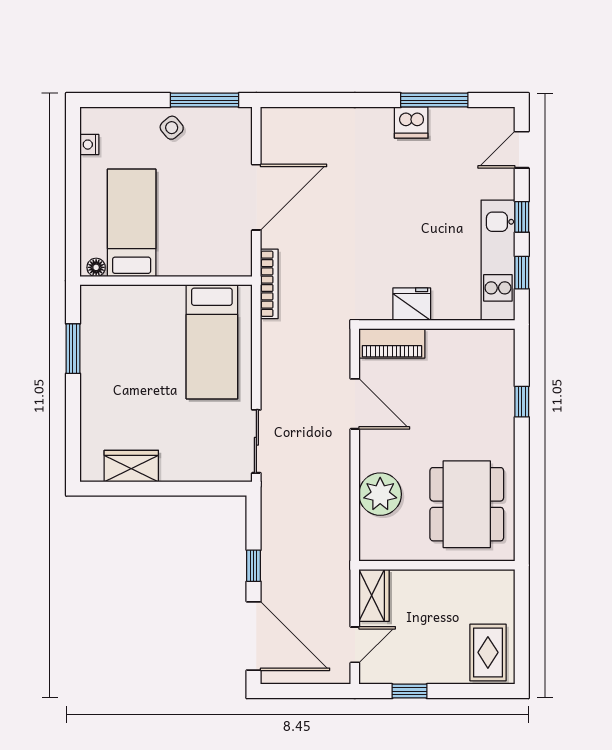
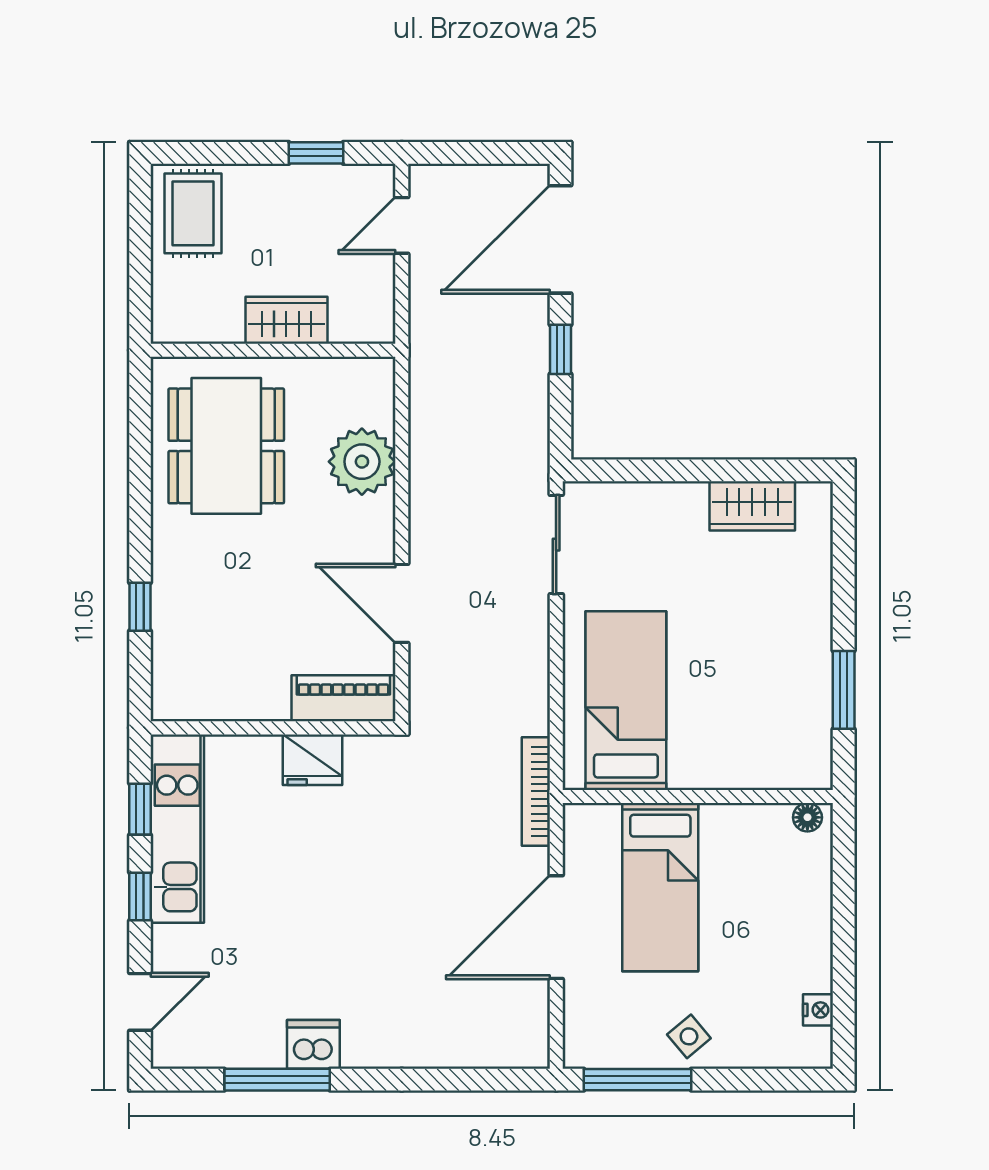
bed: (132, 223) -> (660, 887), moved
wardrobe: (374, 595) -> (286, 320), moved, turned 90
door: (254, 636) -> (560, 239), hinge flipped

